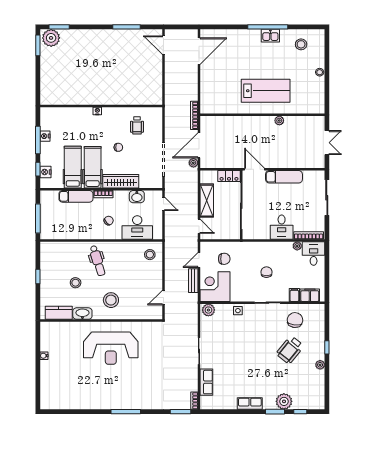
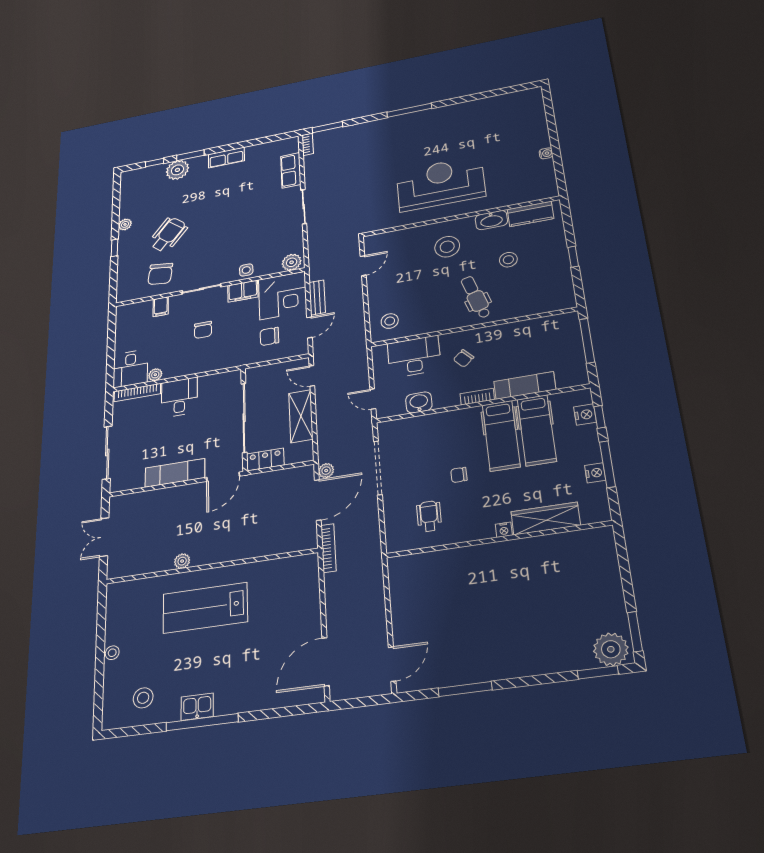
door: (163, 45) -> (392, 664), hinge flipped
door: (255, 169) -> (223, 477), hinge flipped
wardrobe: (121, 181) -> (546, 518), moved, turned 180
filing cabinet: (310, 295) -> (243, 291), moved

